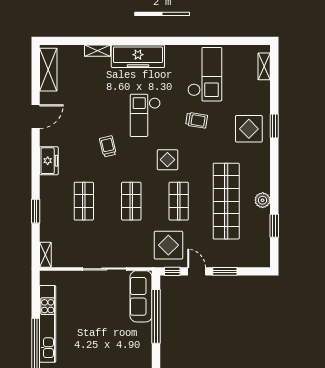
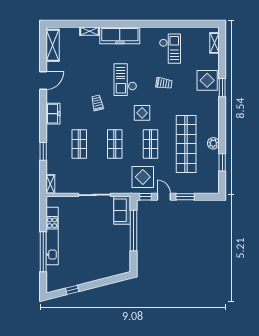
checkout: (205, 74) -> (170, 49), width x0.73, depth x0.83
display table: (249, 129) -> (207, 80), moved
sofa: (141, 296) -> (122, 210), width x0.73

